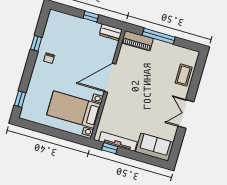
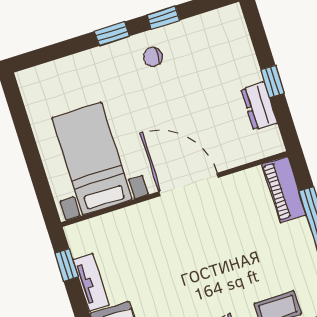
dresser: (111, 32) -> (259, 106), moved
window: (20, 99) -> (112, 34), moved
tv unit: (118, 142) -> (91, 282), width x0.71

